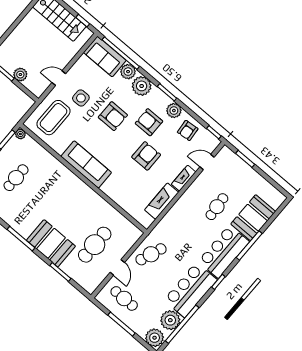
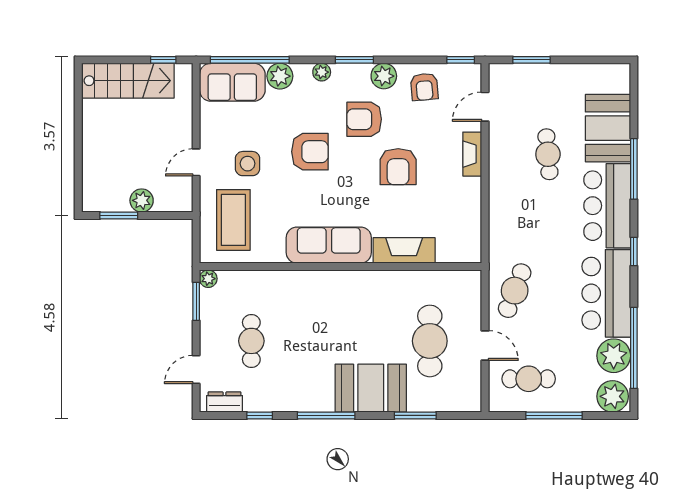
plant: (142, 86) -> (322, 72), width x0.53, depth x0.53
armchair: (146, 156) -> (398, 167), turned 180
fireplace: (162, 201) -> (404, 250), moved, turned 90

